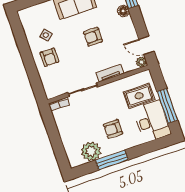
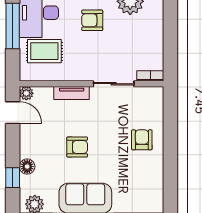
side table: (46, 35) -> (137, 170), removed
armchair: (113, 129) -> (92, 20), turned 180

